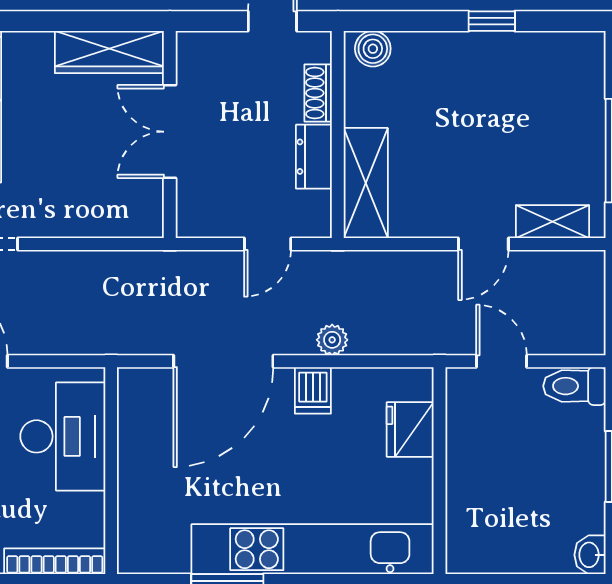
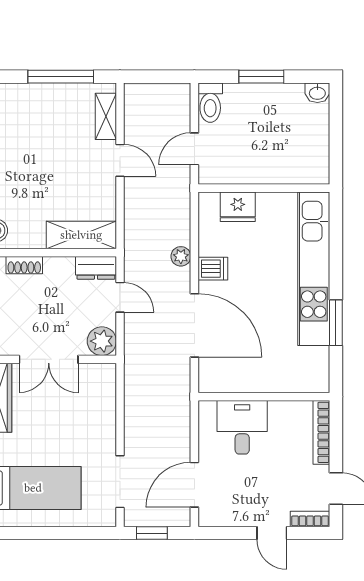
dresser: (314, 157) -> (96, 268), moved
plant: (198, 215) -> (102, 341), added
desk: (63, 436) -> (242, 427), width x0.73

